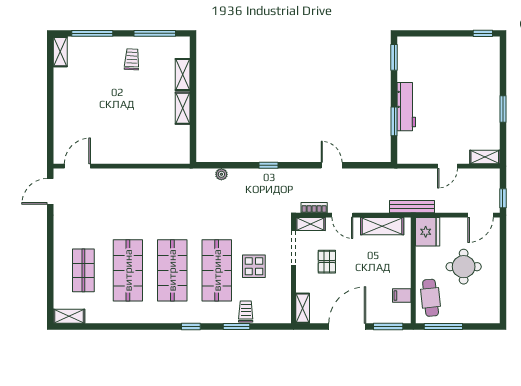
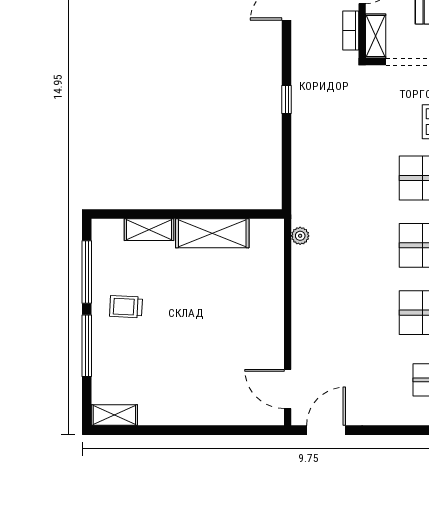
window: (92, 33) -> (87, 346), moved
shelving: (183, 108) -> (212, 233), width x1.50, depth x1.33
plant: (221, 174) -> (300, 236), moved
door: (50, 191) -> (326, 430), swing flipped

